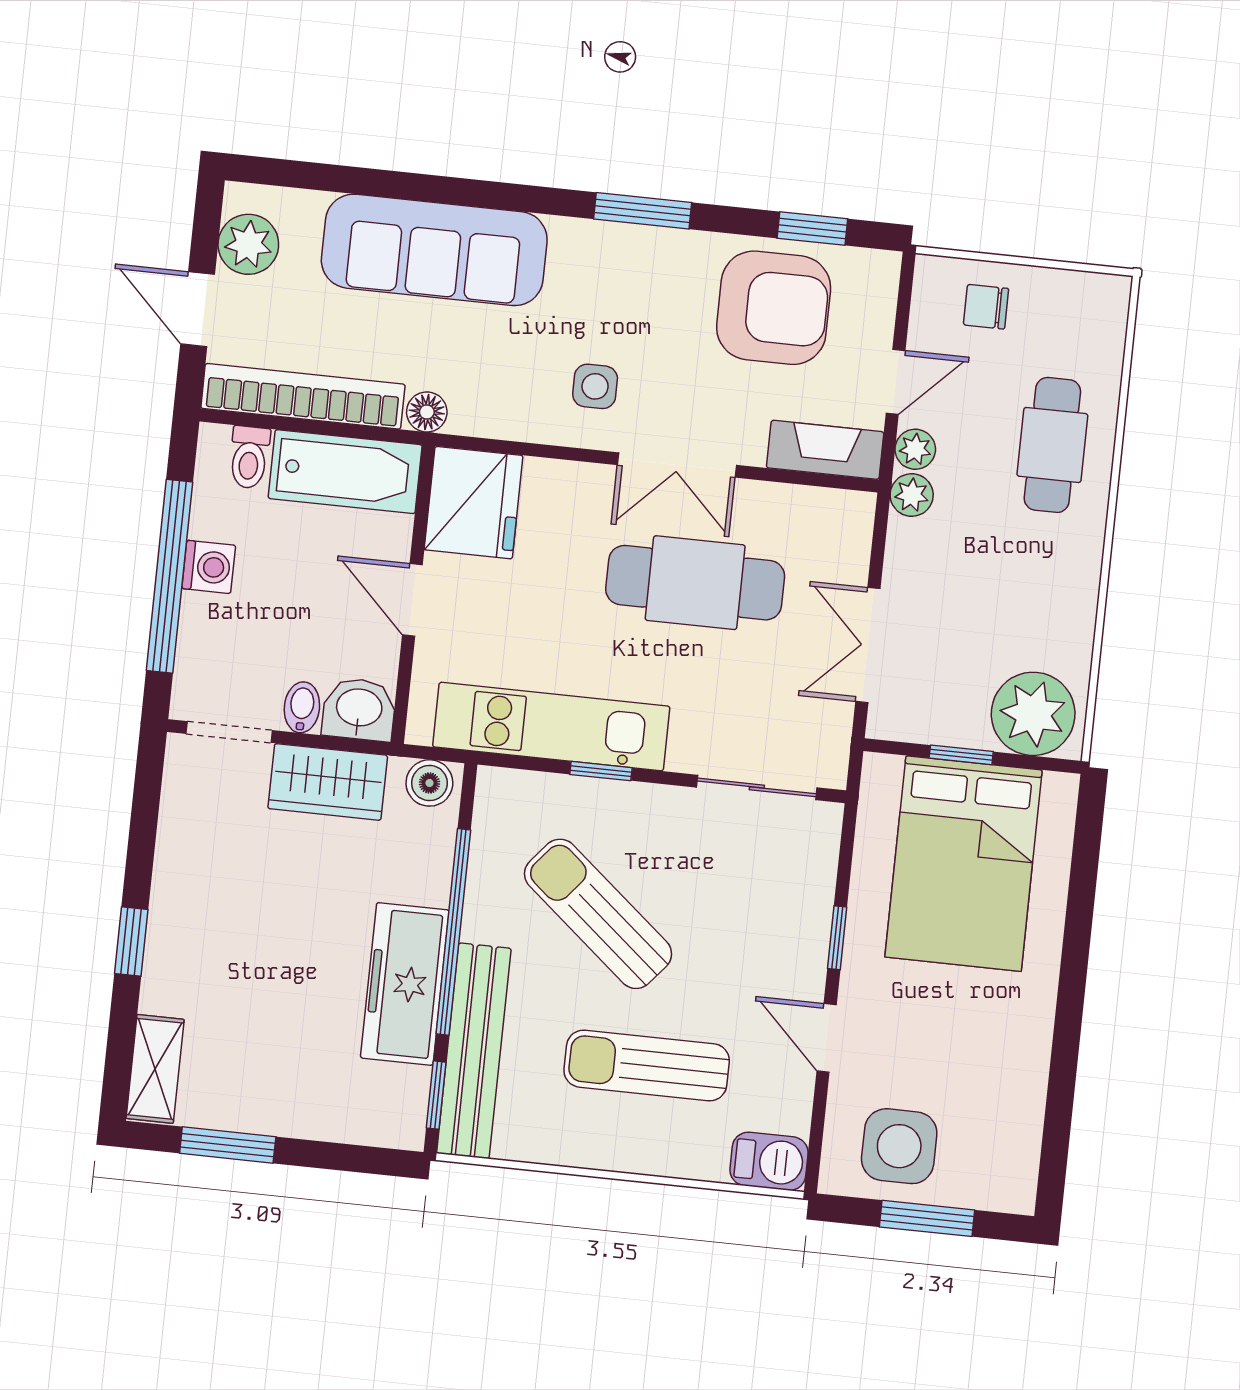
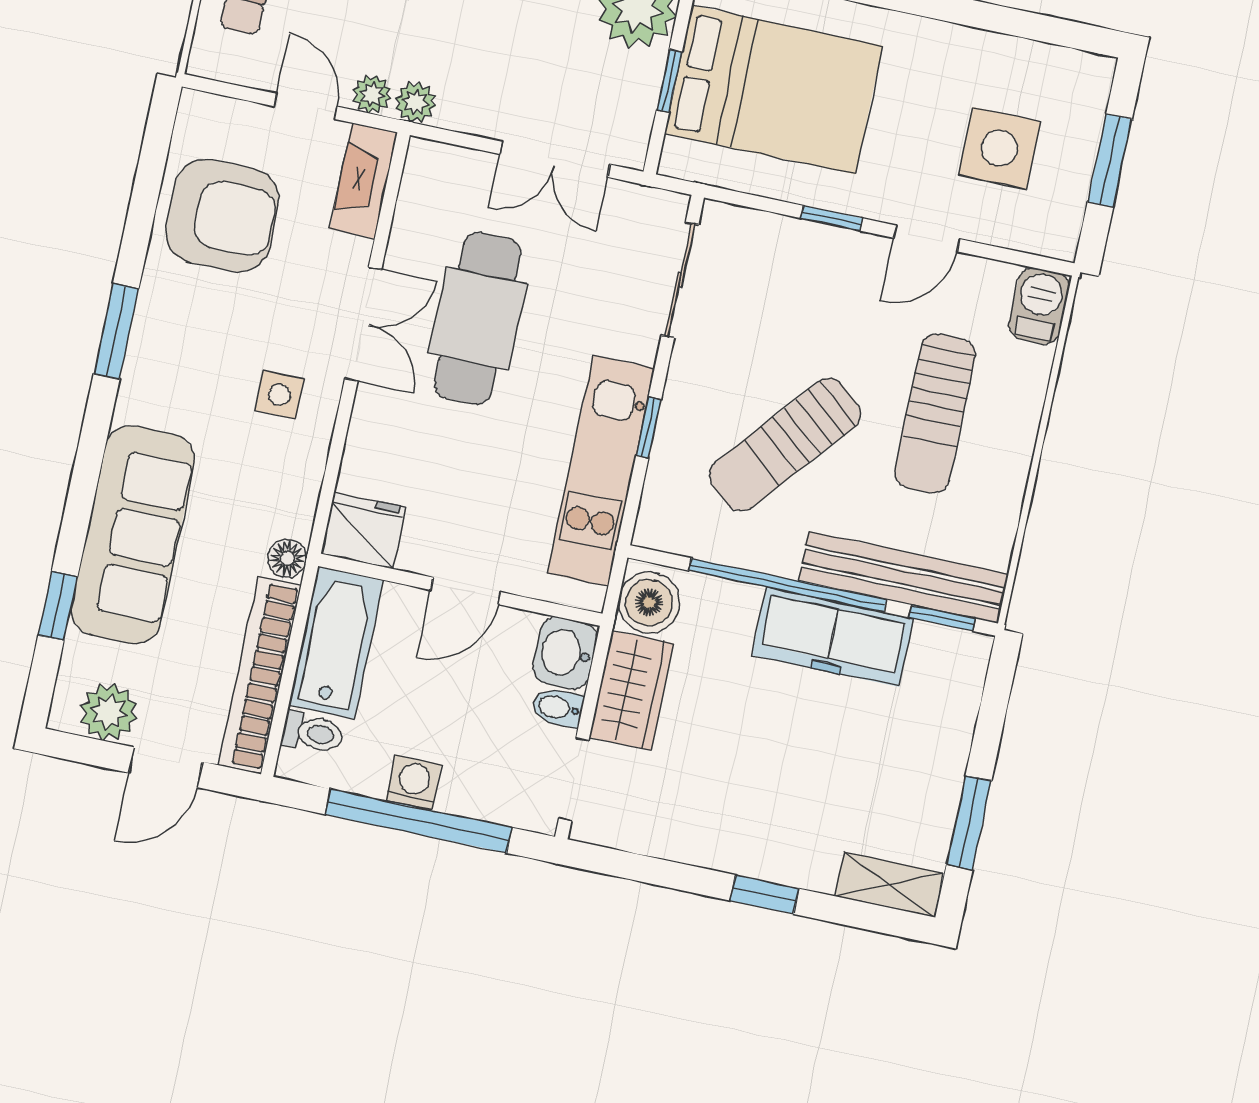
window: (812, 229) -> (58, 606), moved
armchair: (774, 308) -> (222, 216), turned 90
fridge: (474, 503) -> (363, 530), width x0.73, depth x0.75
boiler: (429, 783) -> (649, 603), width x1.36, depth x1.36
side table: (899, 1146) -> (999, 148), moved

